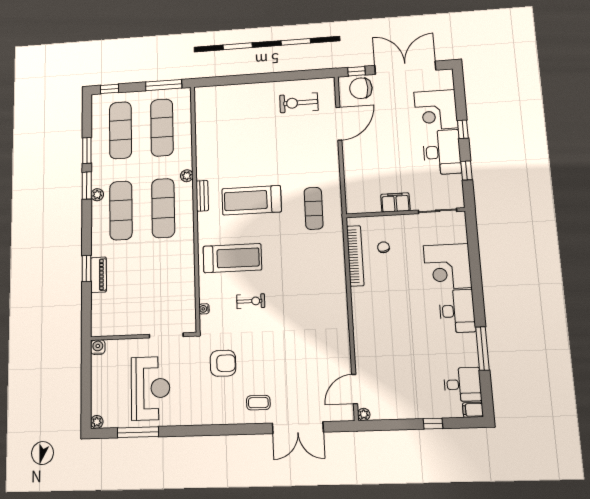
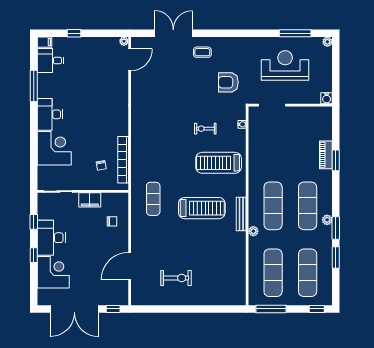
chair: (361, 88) -> (112, 221), moved, width x0.54, depth x0.54
exercise bike: (299, 103) -> (176, 278), moved
bench: (202, 196) -> (241, 214), width x1.36
reception desk: (150, 388) -> (285, 65), turned 90

